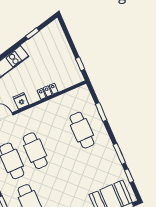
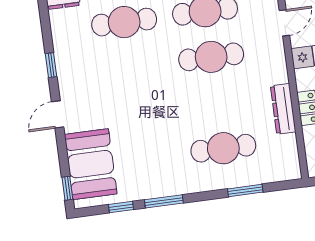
dresser: (52, 104) -> (283, 109), added

